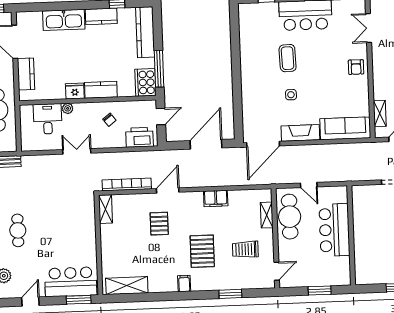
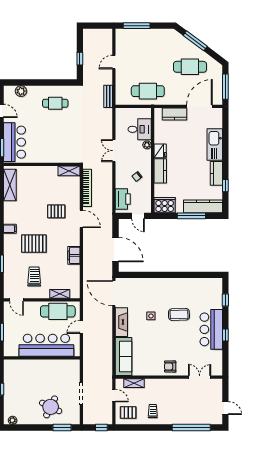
window: (159, 69) -> (191, 216), moved
double door: (77, 151) -> (114, 151), swing flipped
bar counter: (334, 230) -> (46, 345), width x1.36

